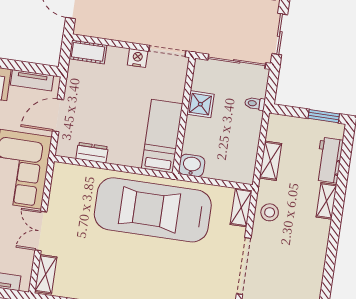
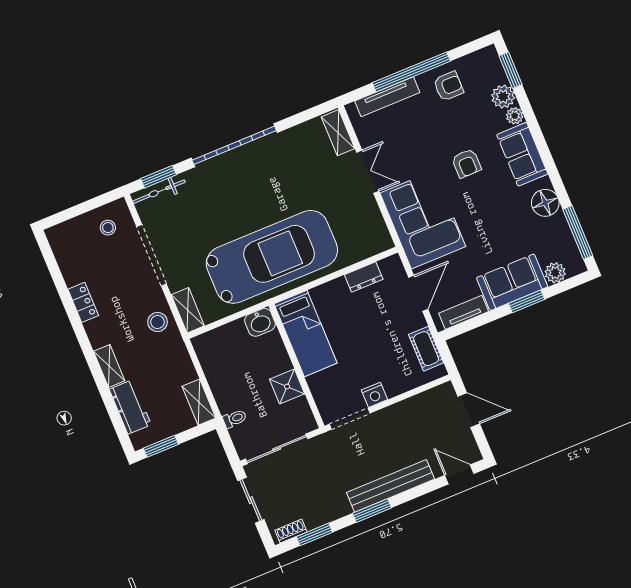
cot: (88, 52) -> (426, 349), moved, turned 90
shelving: (270, 161) -> (199, 402), moved
locker: (317, 261) -> (83, 302), added

